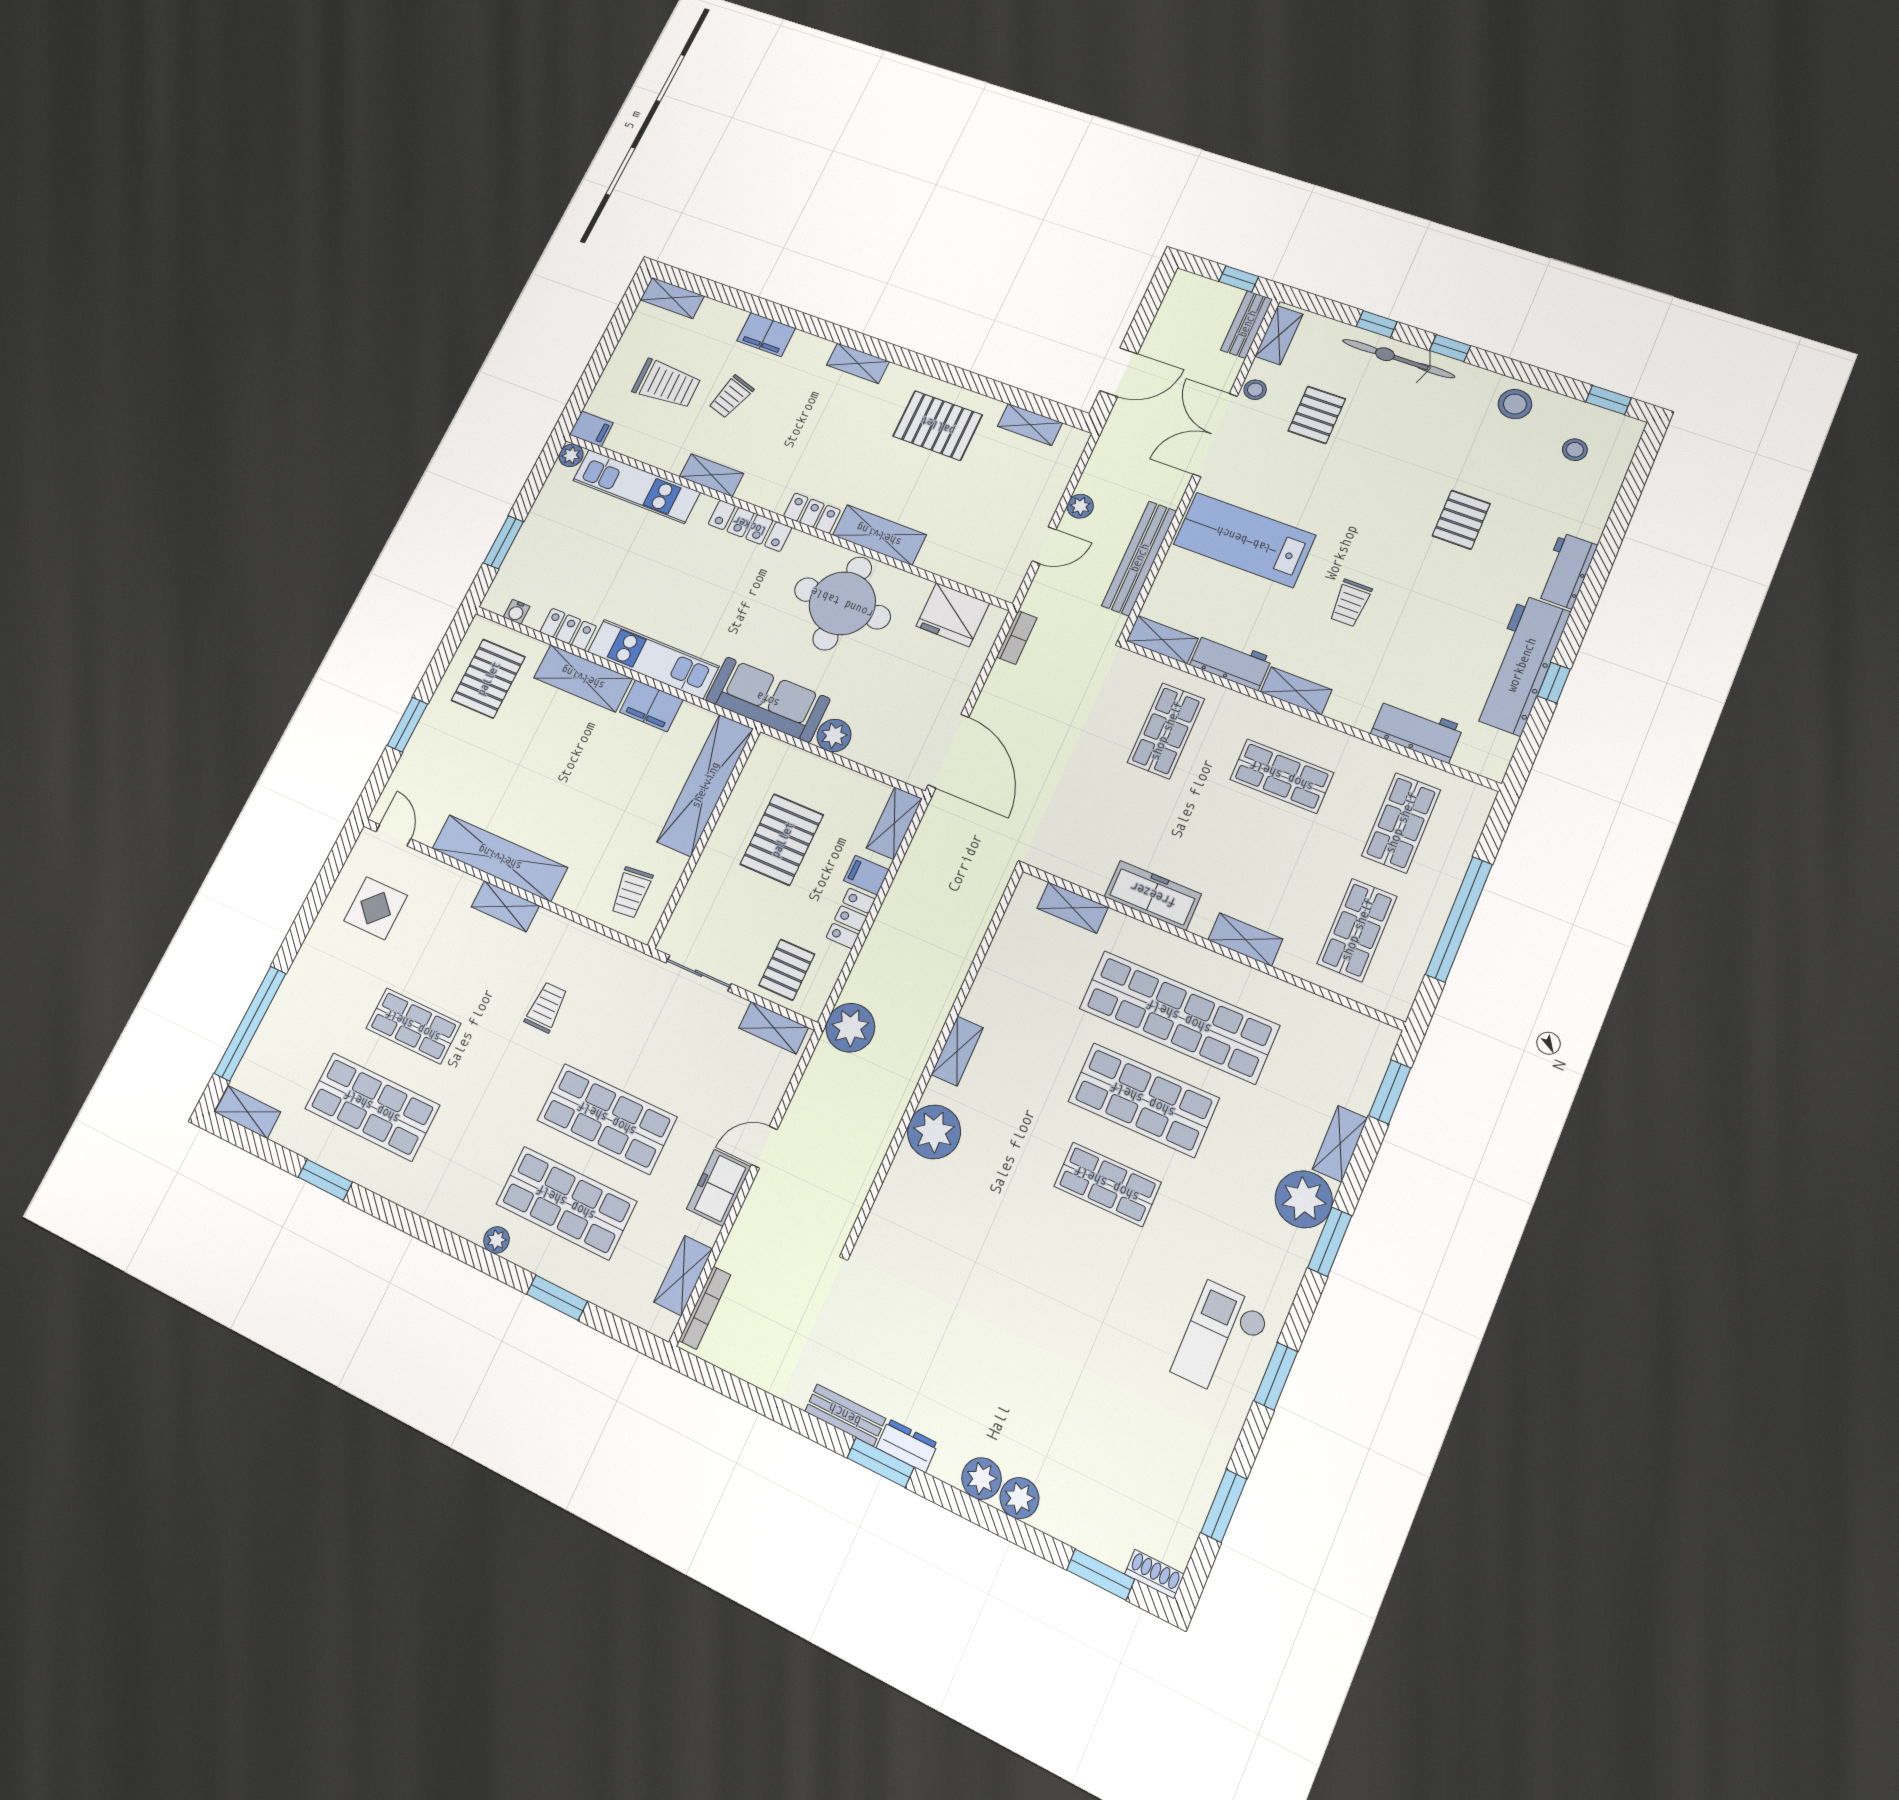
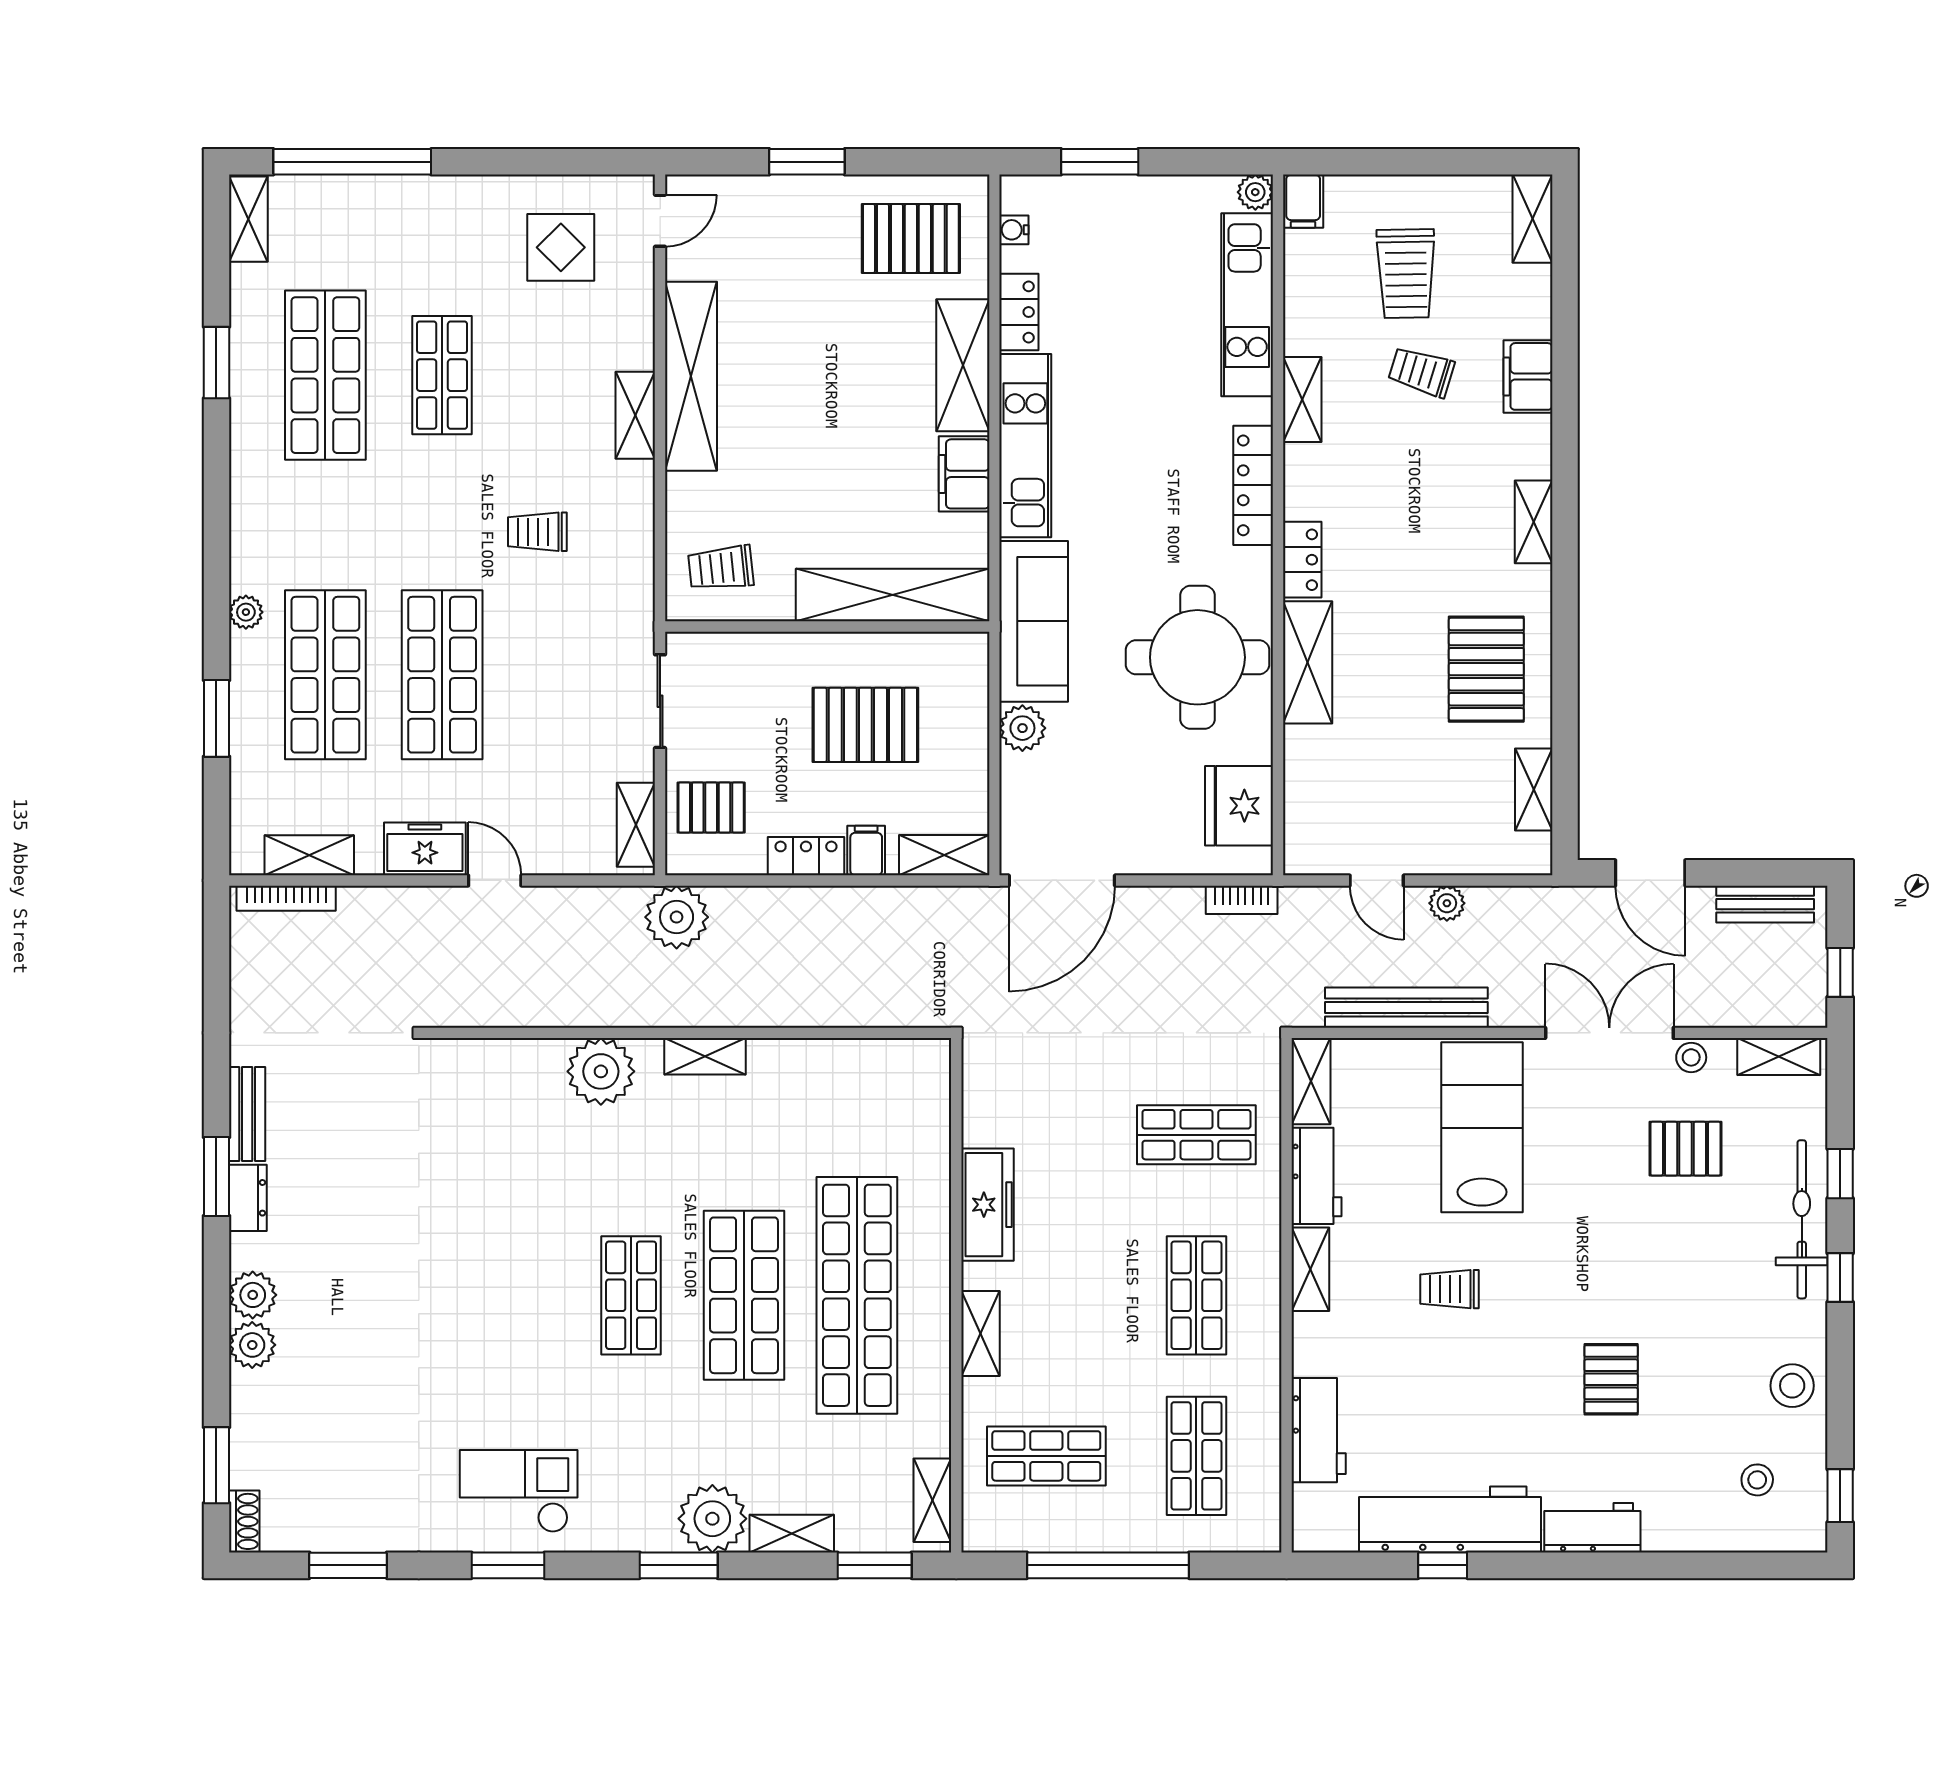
bench: (1247, 324) -> (1765, 904), moved
pallet: (1461, 520) -> (1611, 1379), turned 90
shop shelf: (1401, 823) -> (1196, 1456), turned 90
shelving: (1073, 908) -> (932, 1500), moved
trolley: (546, 1007) -> (537, 532), turned 180

